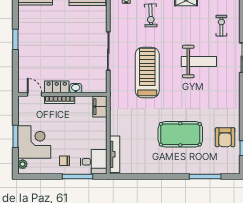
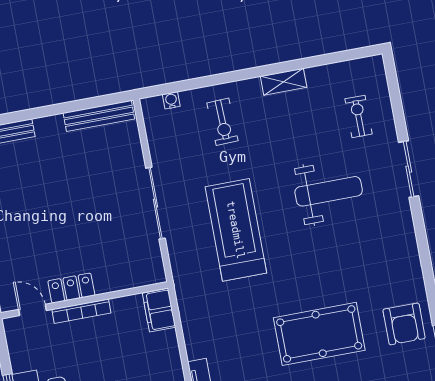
washbasin: (76, 88) -> (107, 284), removed

